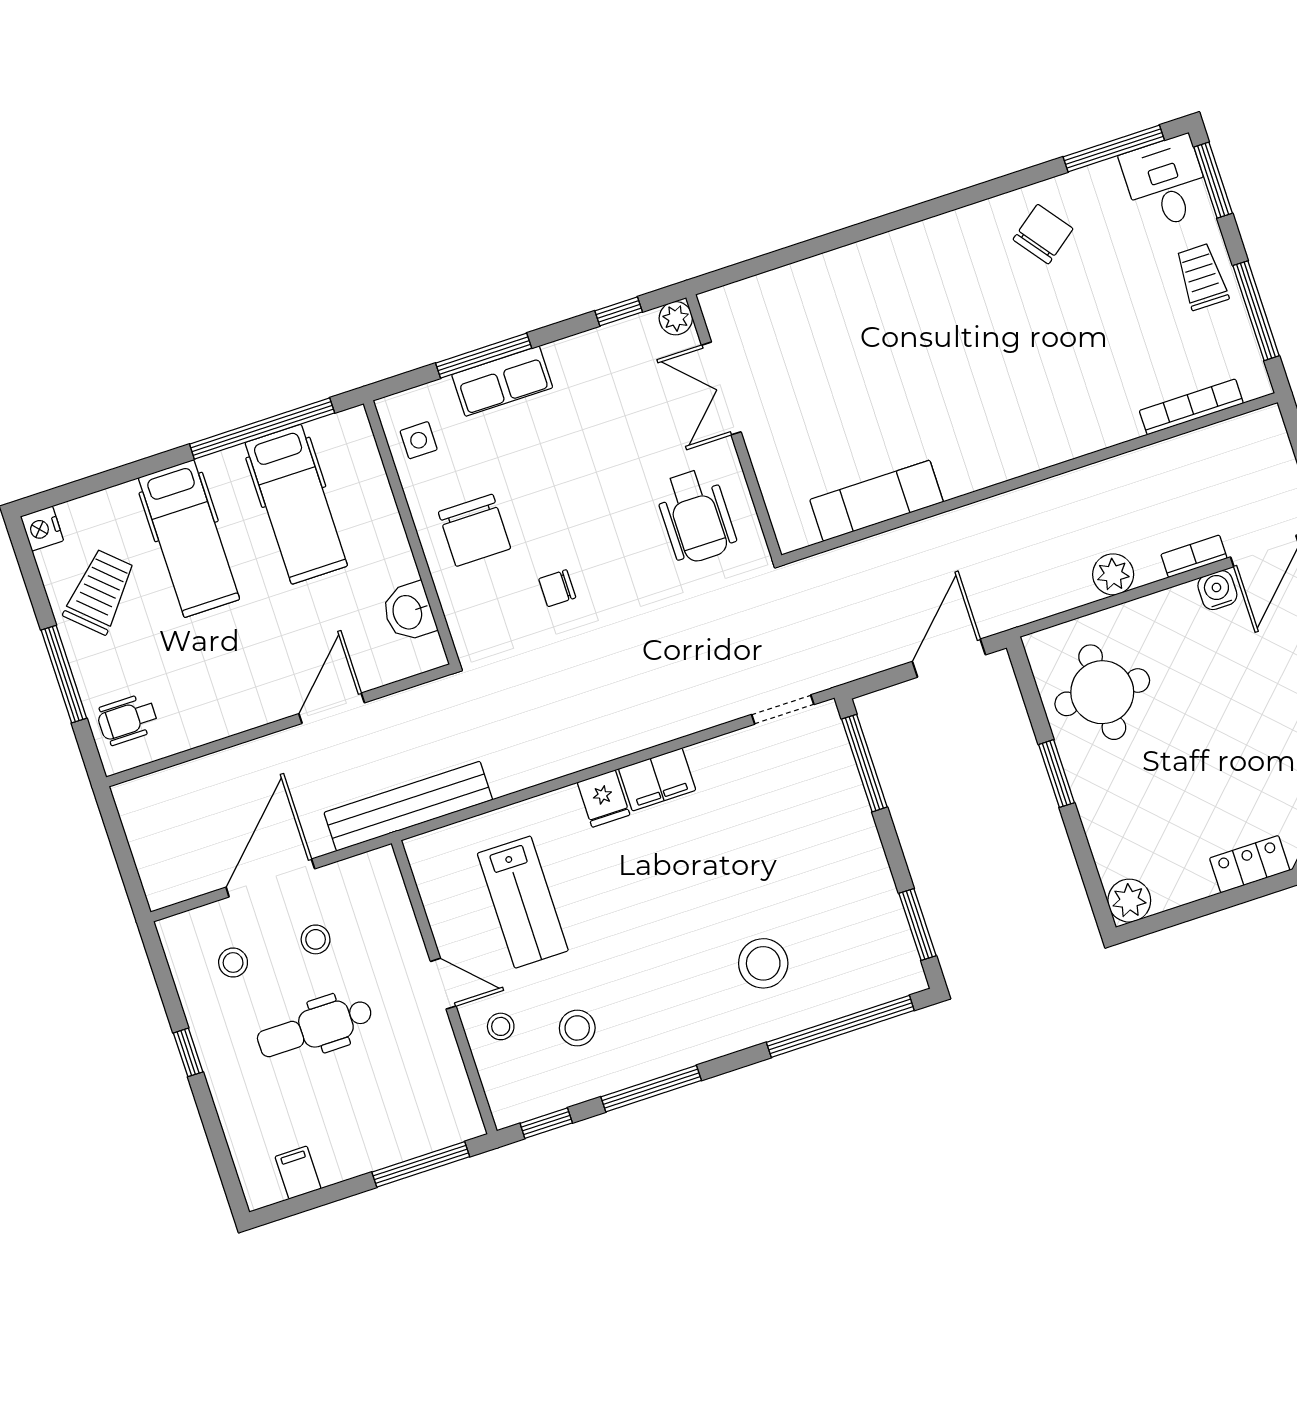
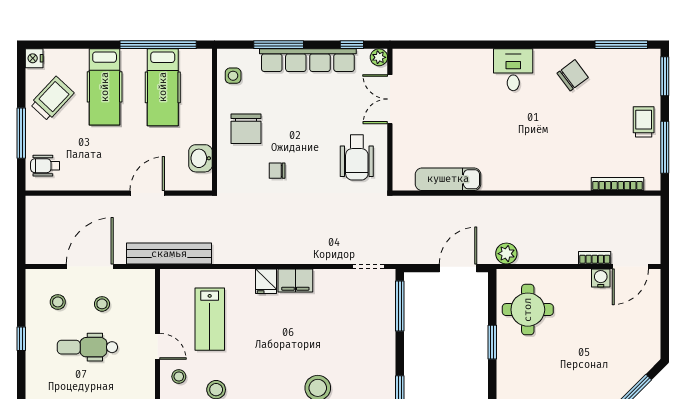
desk: (1166, 183) -> (513, 70), moved
row of seats: (502, 381) -> (308, 60), width x2.02
plant: (1113, 574) -> (506, 254), moved

